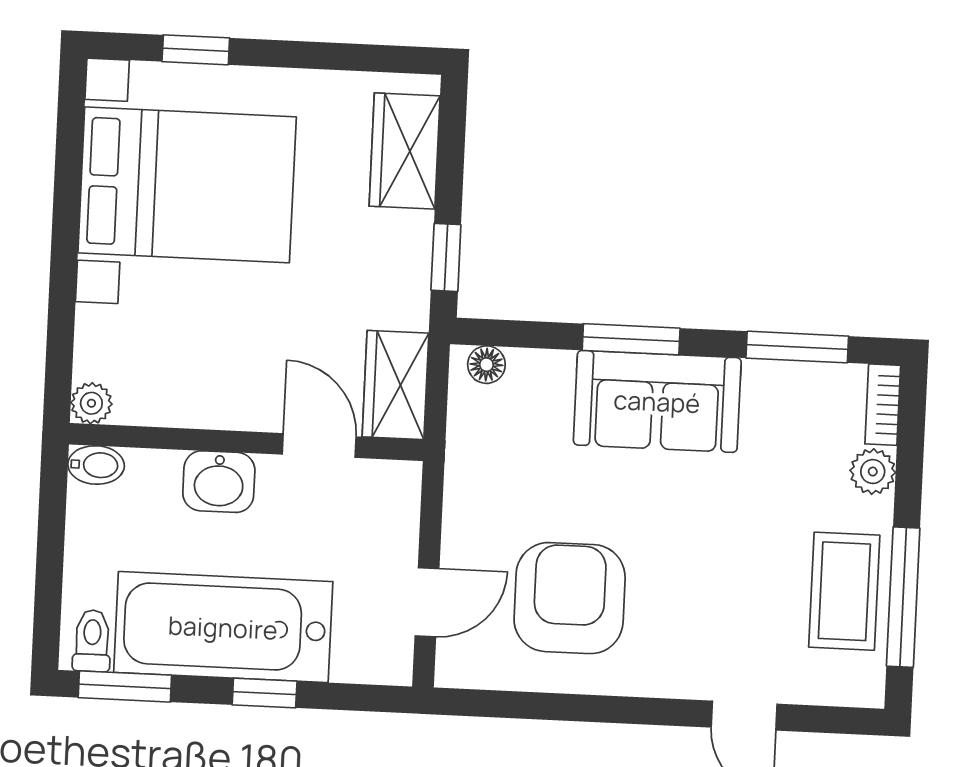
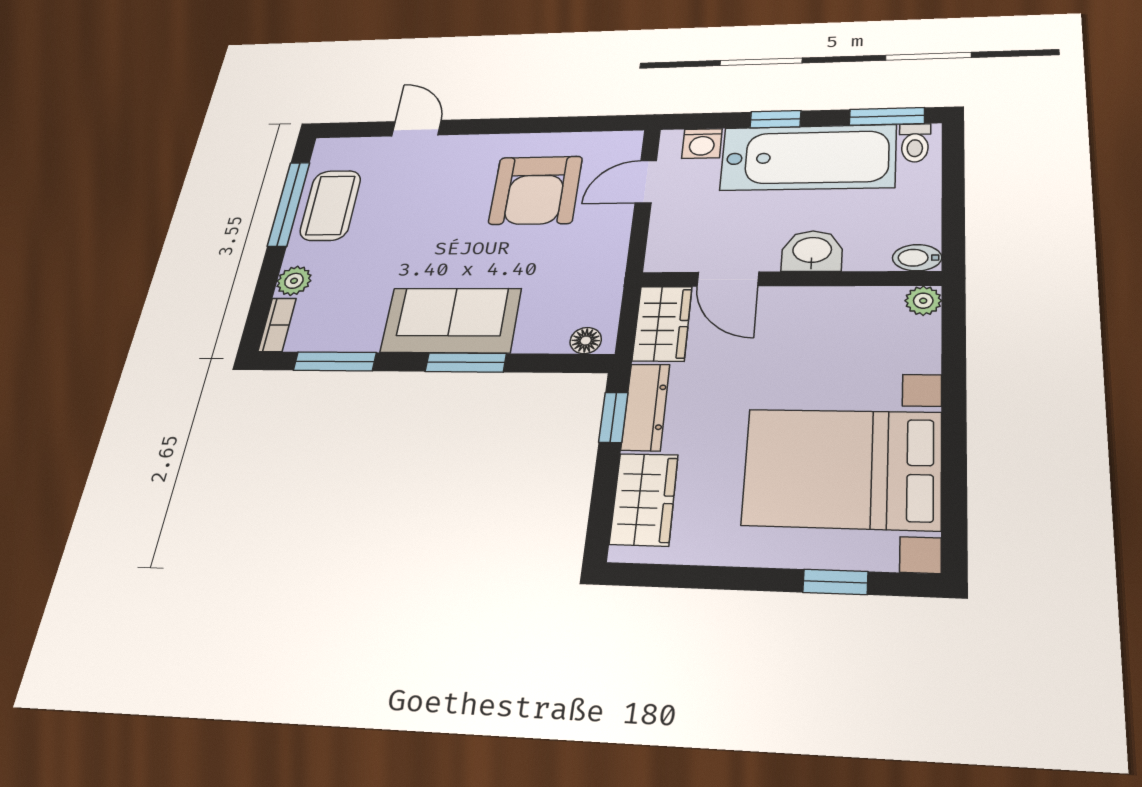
dresser: (409, 270) -> (646, 407), added
washing machine: (358, 660) -> (702, 143), added

